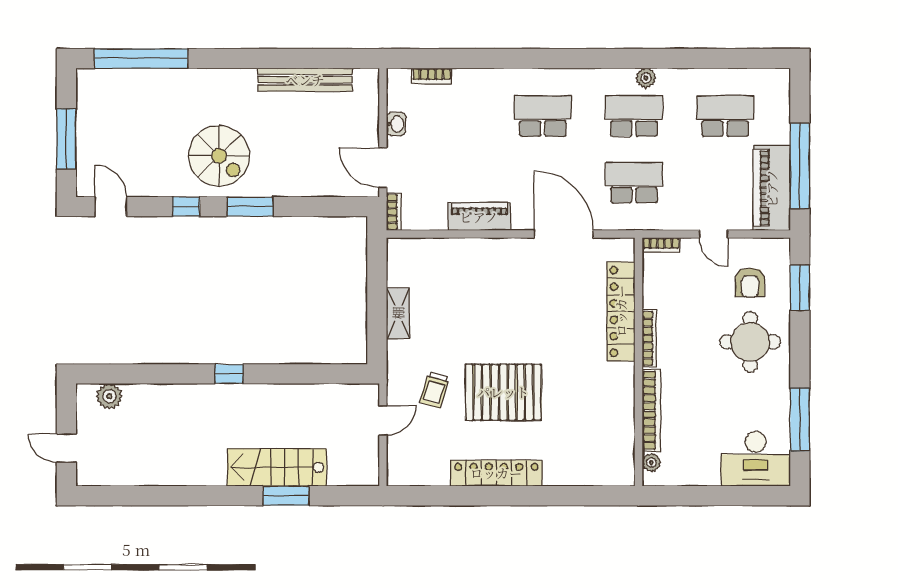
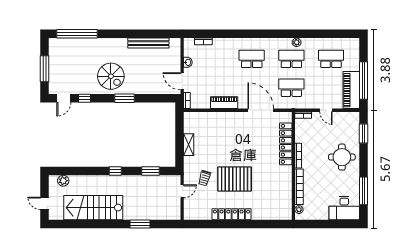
door: (111, 207) -> (64, 98), swing flipped
window: (186, 207) -> (84, 98), moved
armchair: (750, 282) -> (342, 131), removed
window: (310, 374) -> (151, 171), added
stairs: (277, 467) -> (93, 208), moved, width x1.36, depth x1.51

